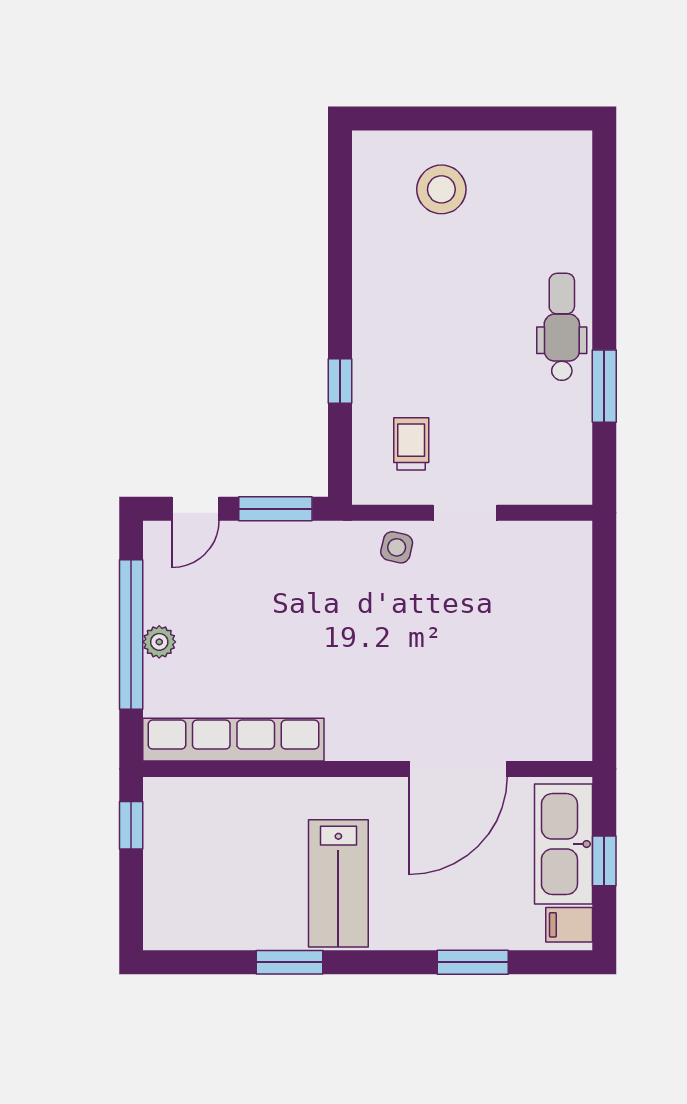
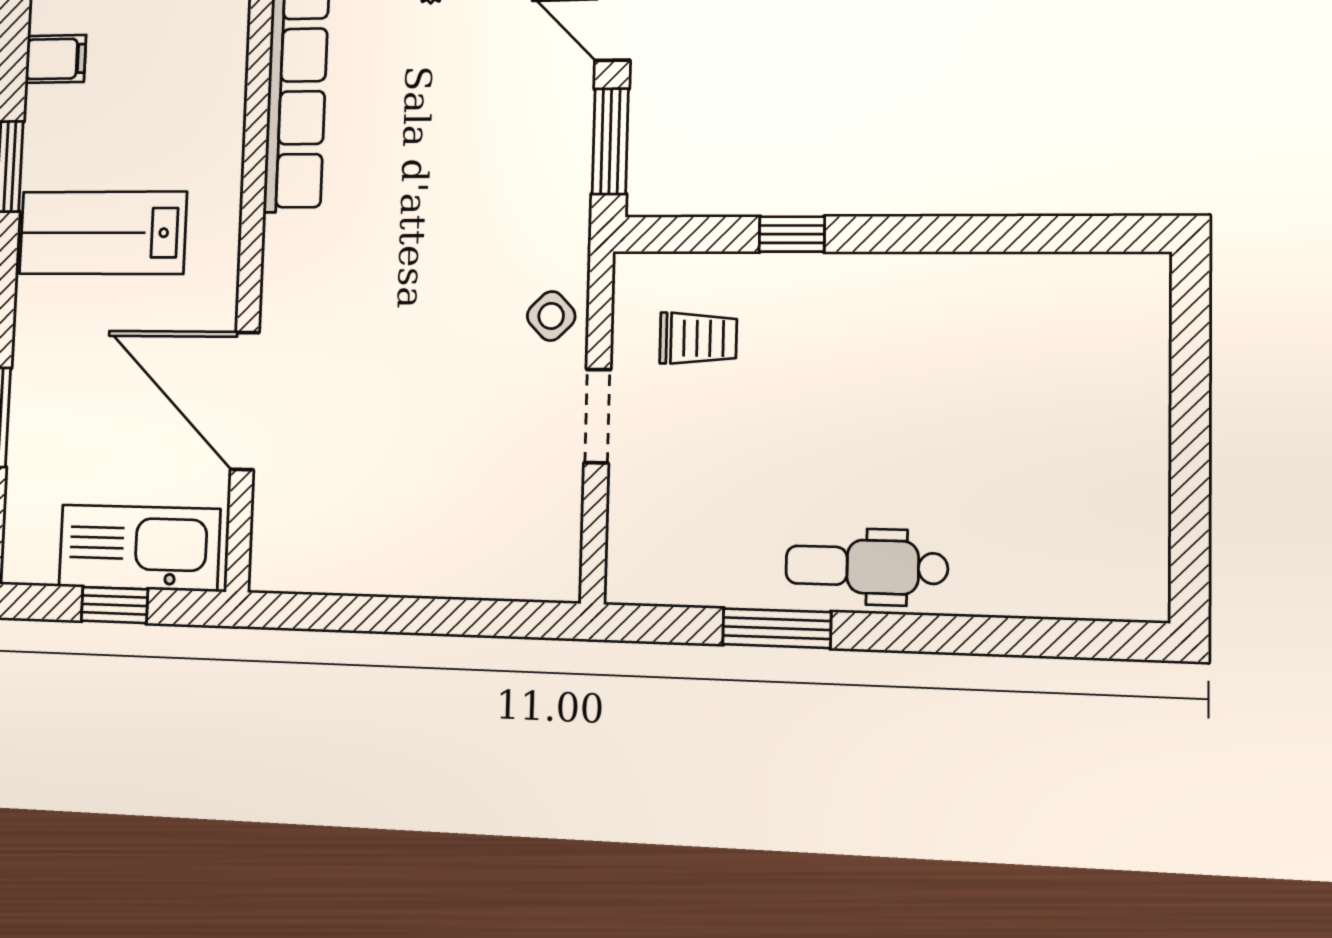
stool: (441, 189) -> (1079, 388), removed
dental chair: (562, 327) -> (866, 567), turned 180
side table: (397, 547) -> (551, 316), turned 33
filing cabinet: (569, 925) -> (56, 59), moved, turned 90

